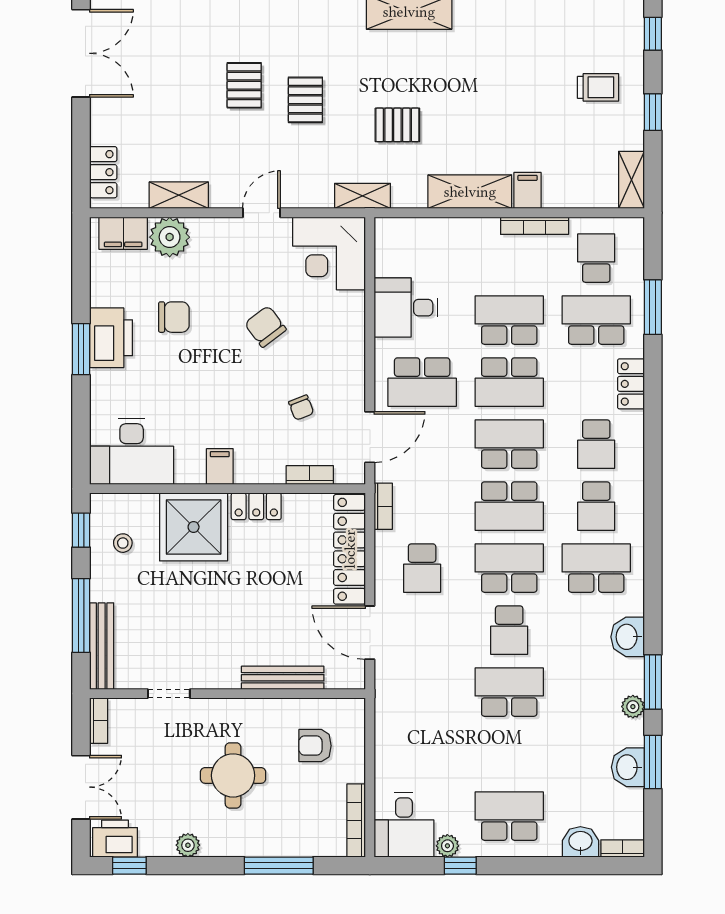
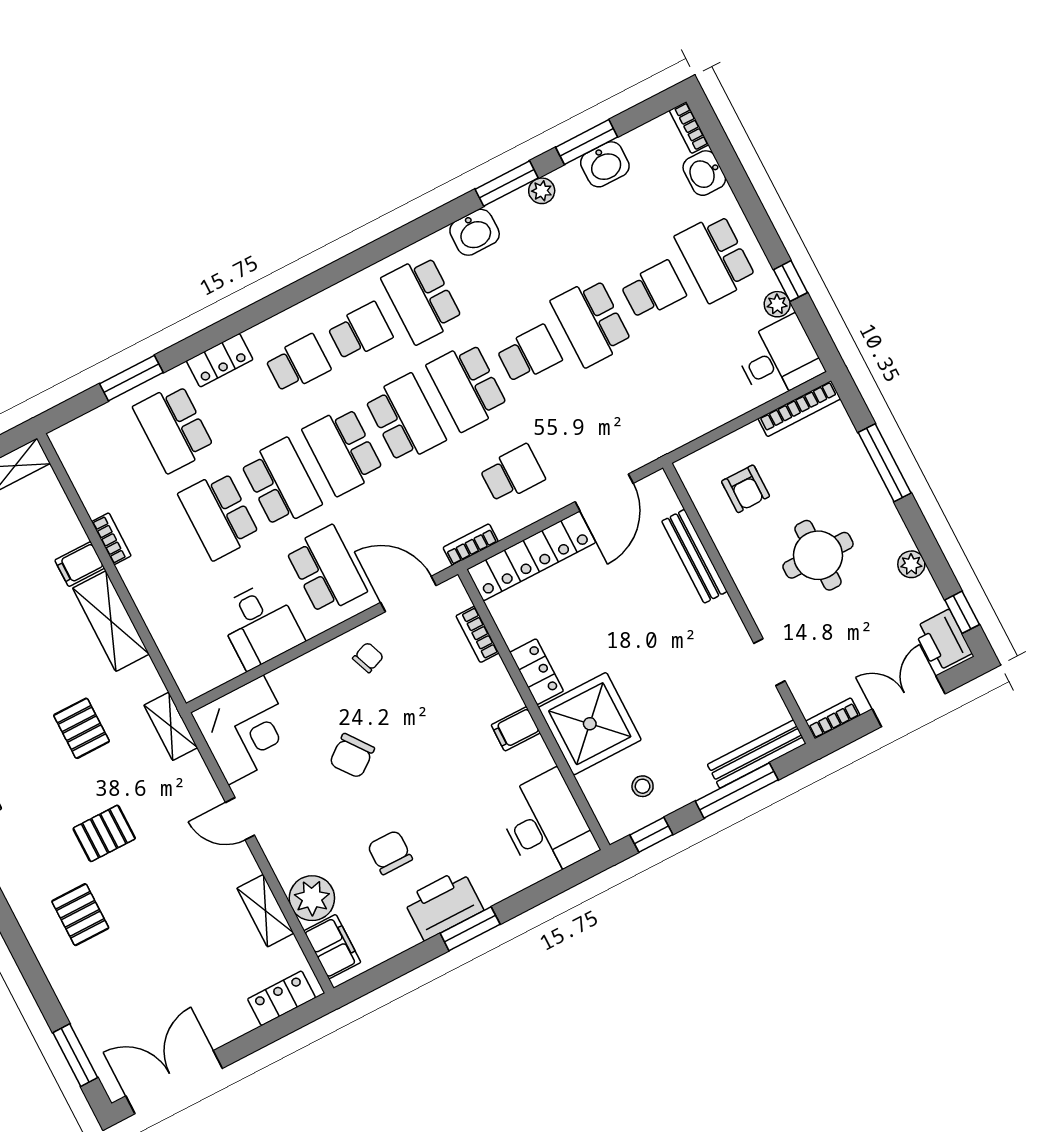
pallet: (244, 85) -> (80, 915), moved, turned 90
bookcase: (535, 226) -> (111, 539), width x0.64
school desk: (596, 258) -> (653, 290), moved, turned 180
chair: (301, 408) -> (368, 657), moved

